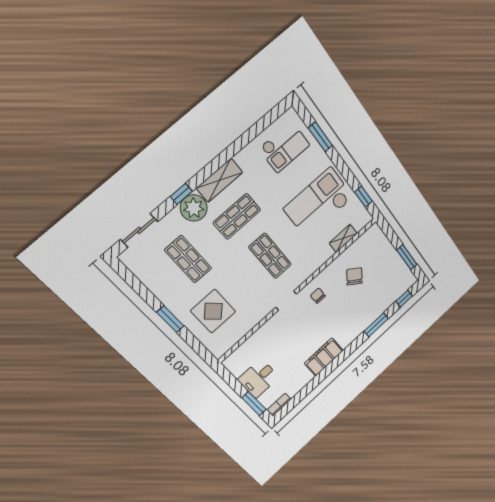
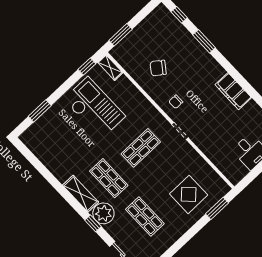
checkout: (284, 147) -> (50, 141), removed
checkout: (319, 203) -> (94, 108), turned 180
shelving: (343, 238) -> (110, 67), moved
window: (407, 257) -> (121, 35), moved
shop shelf: (188, 259) -> (145, 217), turned 90
window: (170, 319) -> (217, 208), moved

